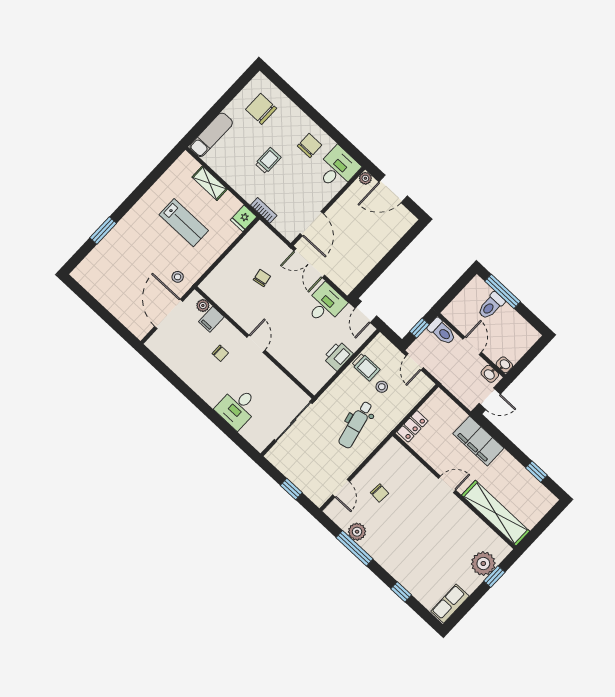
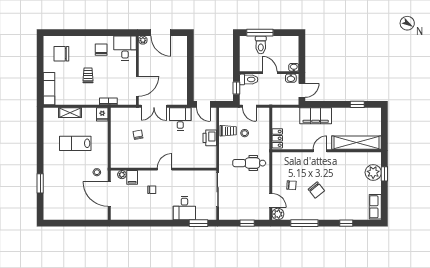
door: (393, 189) -> (161, 33), hinge flipped
lab bench: (184, 223) -> (75, 143), turned 180
door: (312, 224) -> (137, 86), hinge flipped
door: (256, 344) -> (165, 169), hinge flipped
dental chair: (356, 425) -> (249, 163), turned 103
window: (237, 439) -> (199, 223), added
chair: (402, 524) -> (316, 190), added
plant: (357, 532) -> (278, 214), moved

